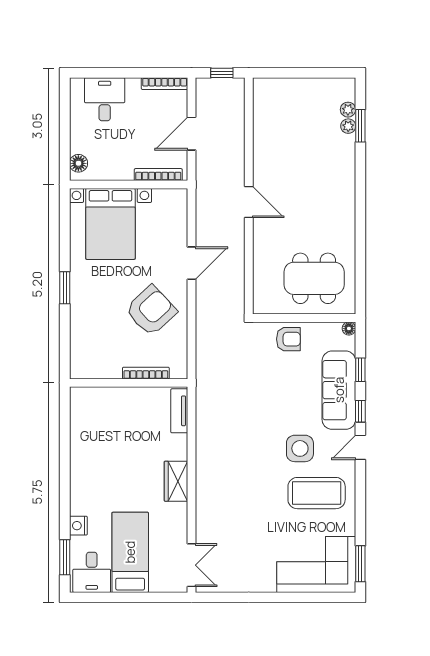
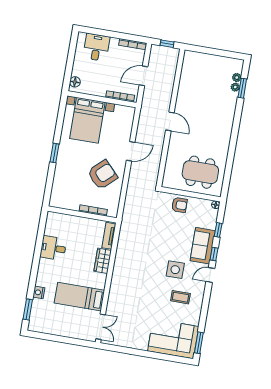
sofa: (339, 390) -> (203, 246), width x0.73
wardrobe: (176, 481) -> (103, 261), moved
coffee table: (317, 493) -> (180, 297), width x0.54, depth x0.58
bed: (130, 552) -> (79, 297), moved, turned -90
desk: (92, 572) -> (53, 248), moved, turned 90

